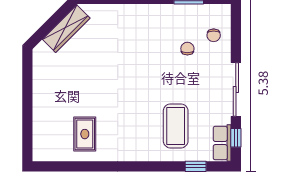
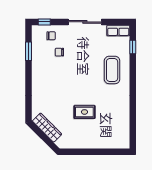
coffee table: (176, 126) -> (112, 70), moved, turned 90
rug: (85, 134) -> (84, 112), moved
window: (236, 138) -> (44, 22), moved

